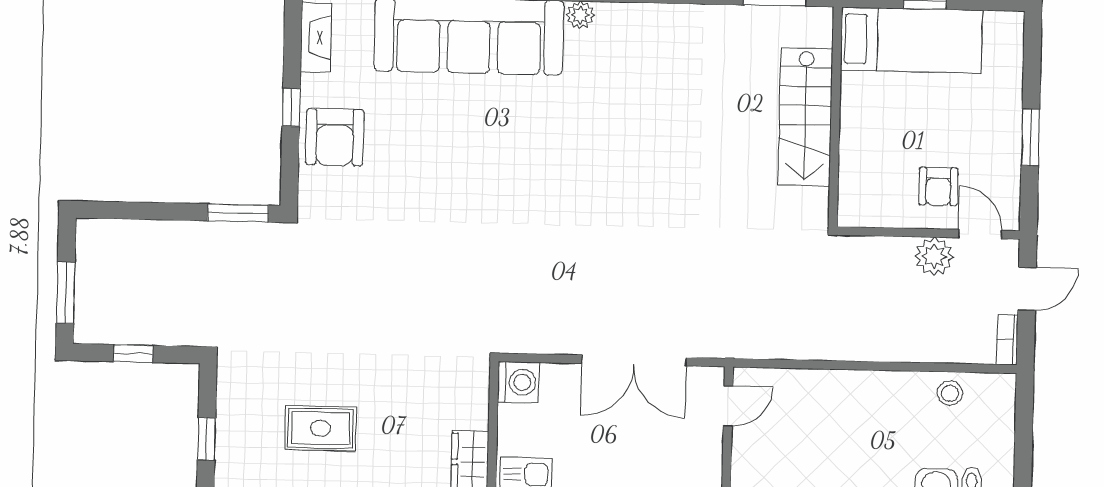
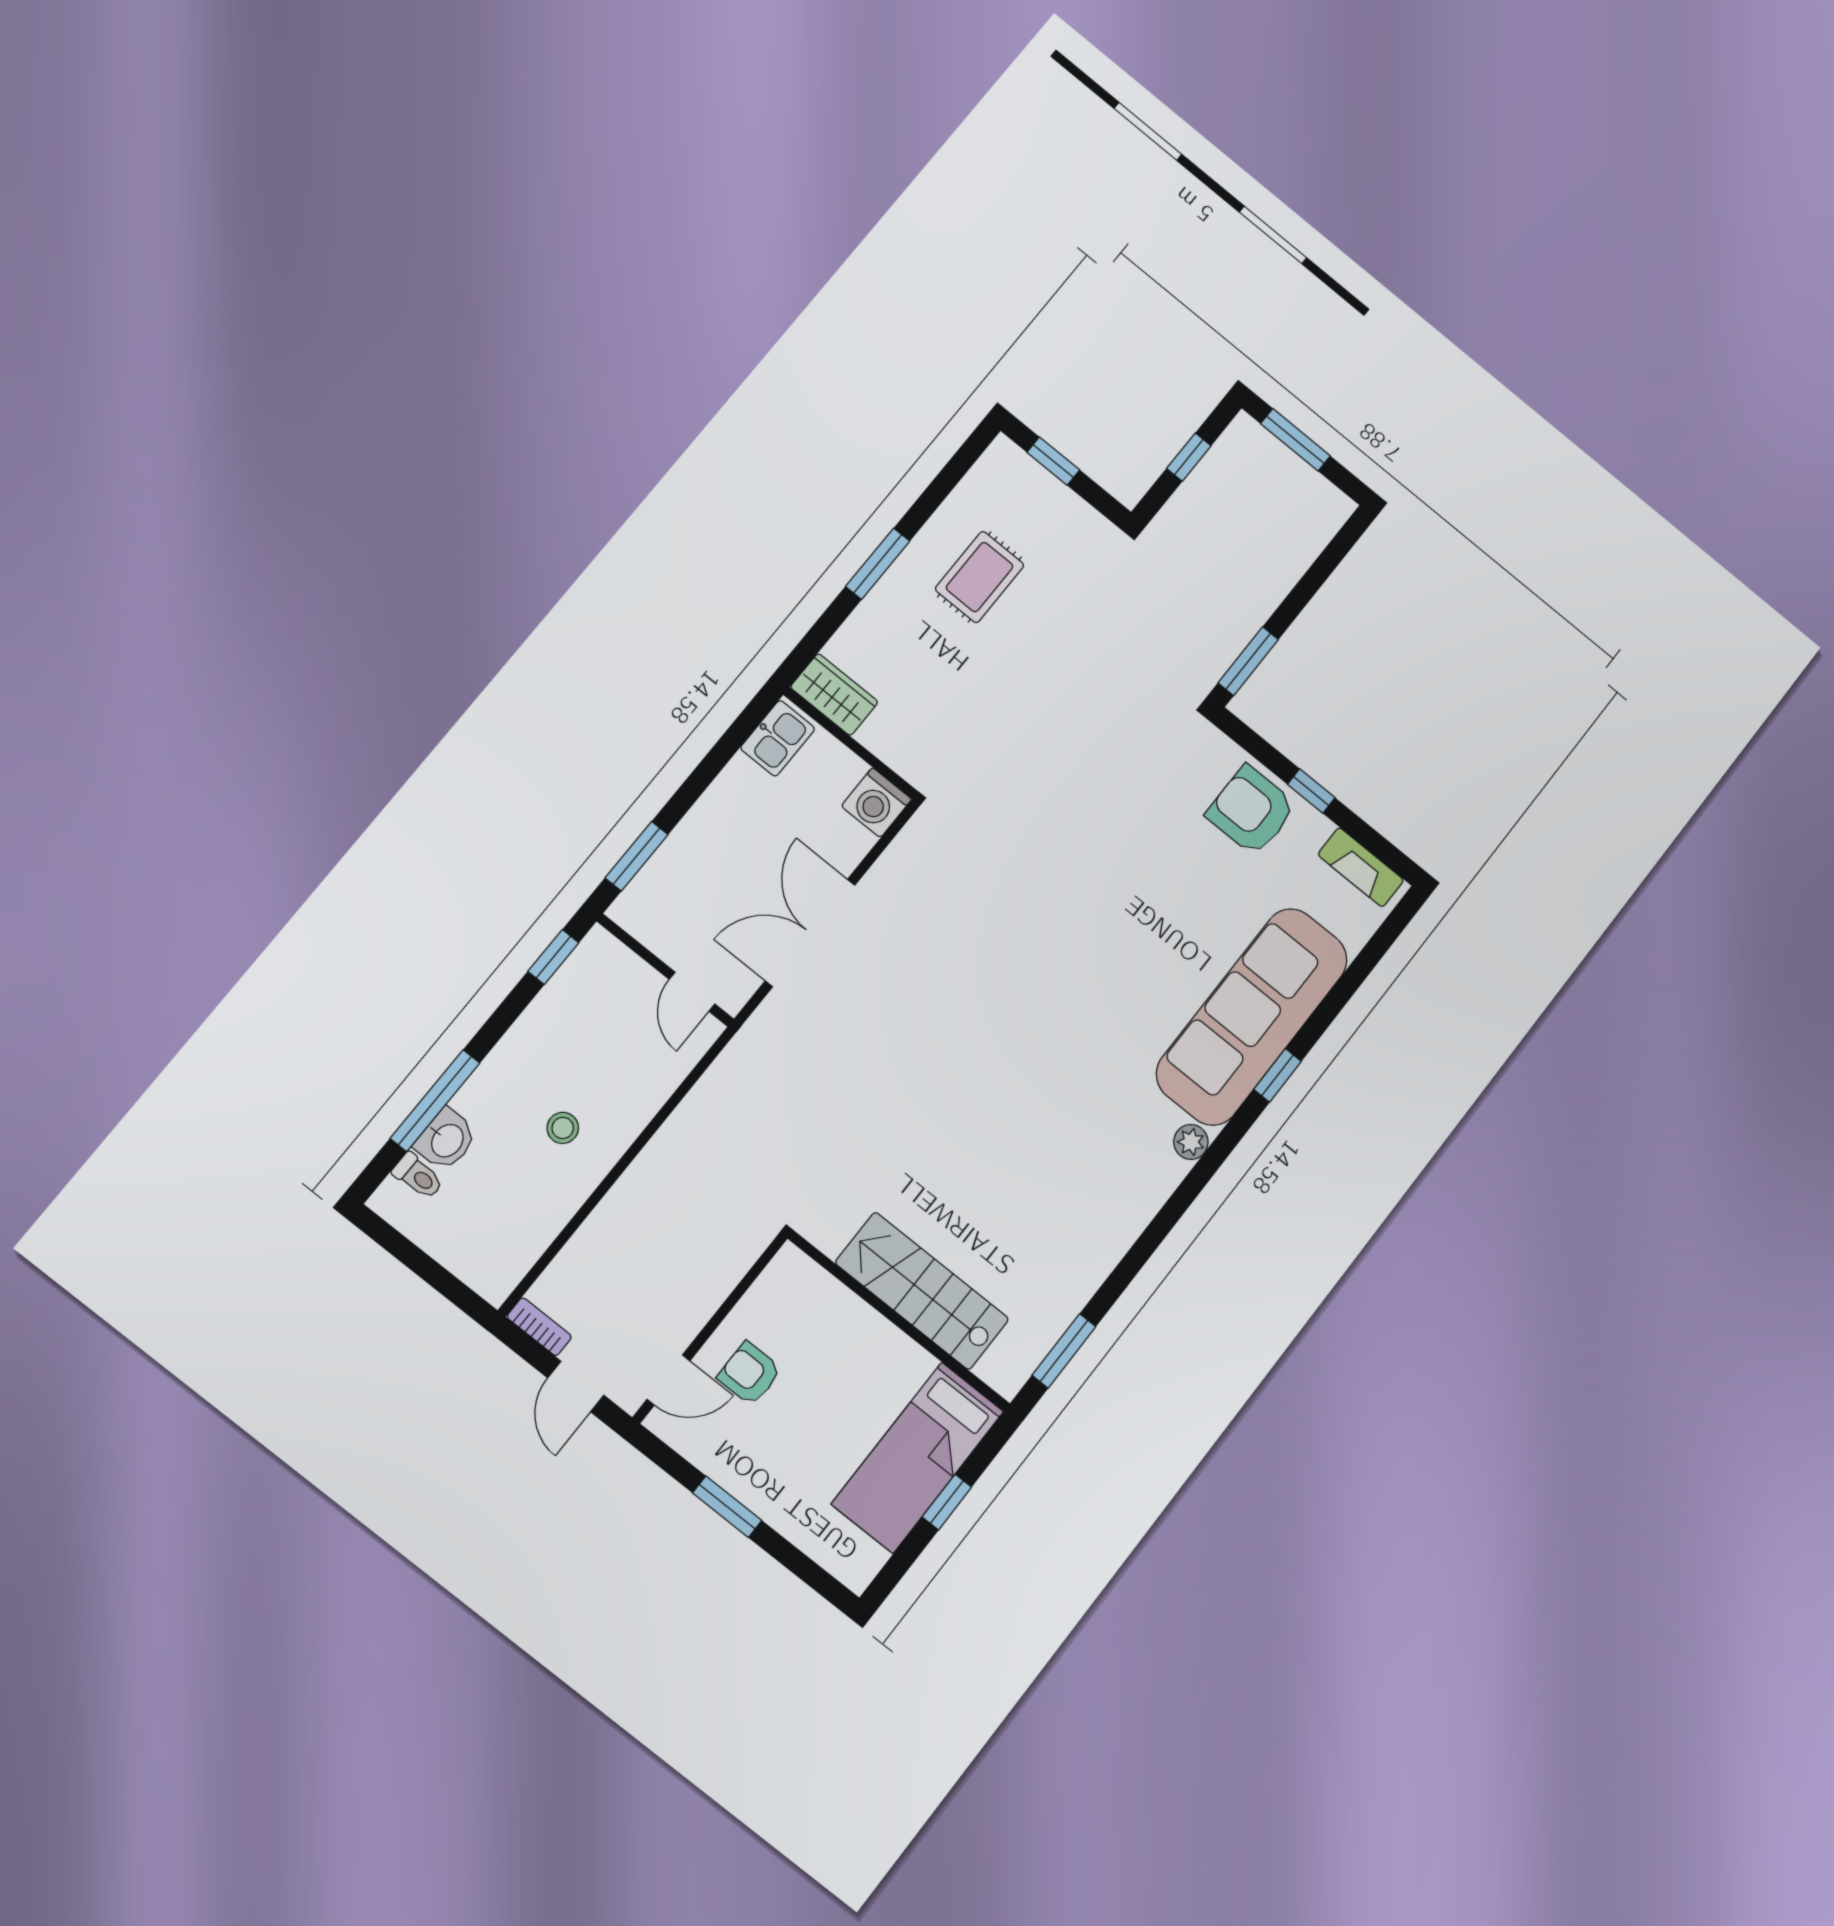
plant: (934, 256) -> (682, 1316), removed
stool: (950, 393) -> (563, 1128), moved

